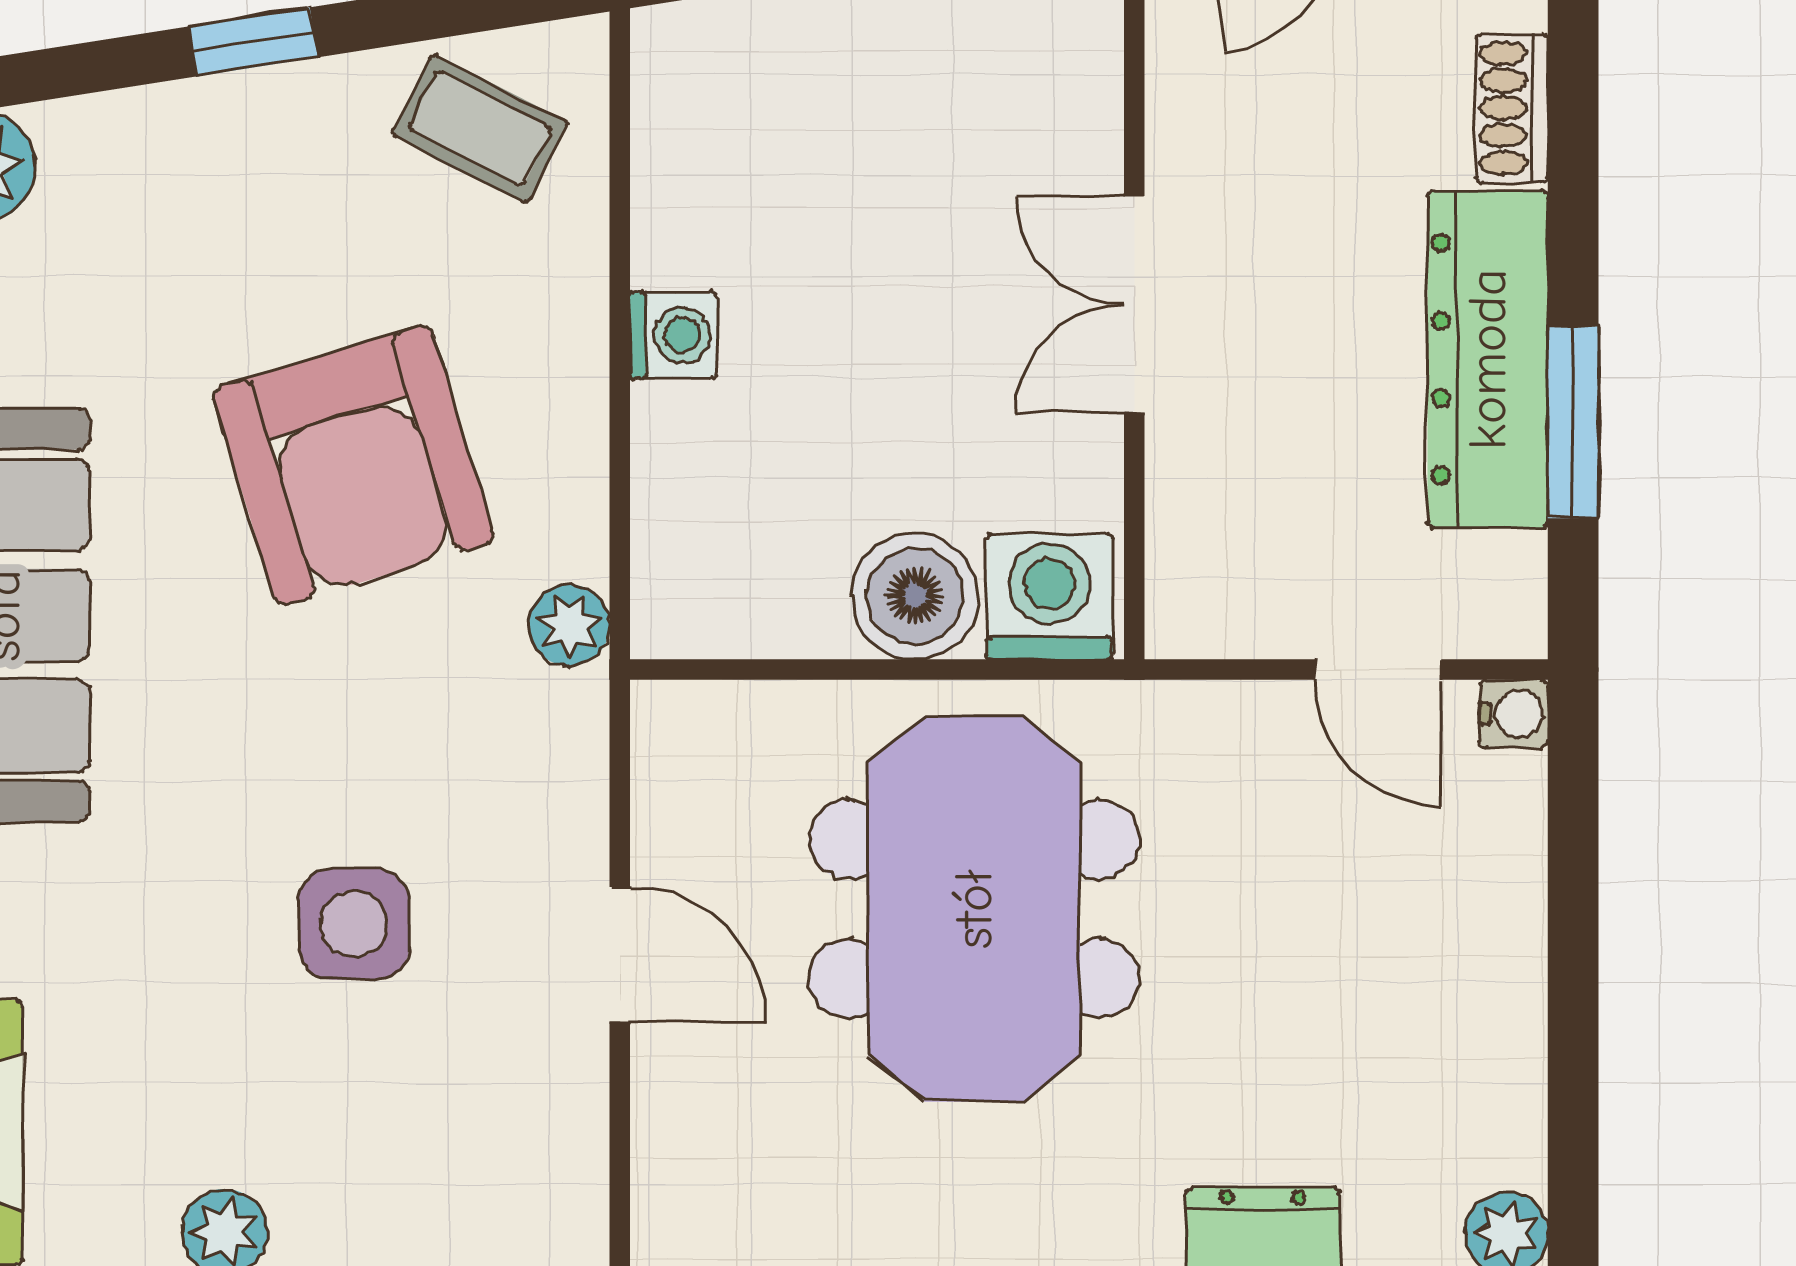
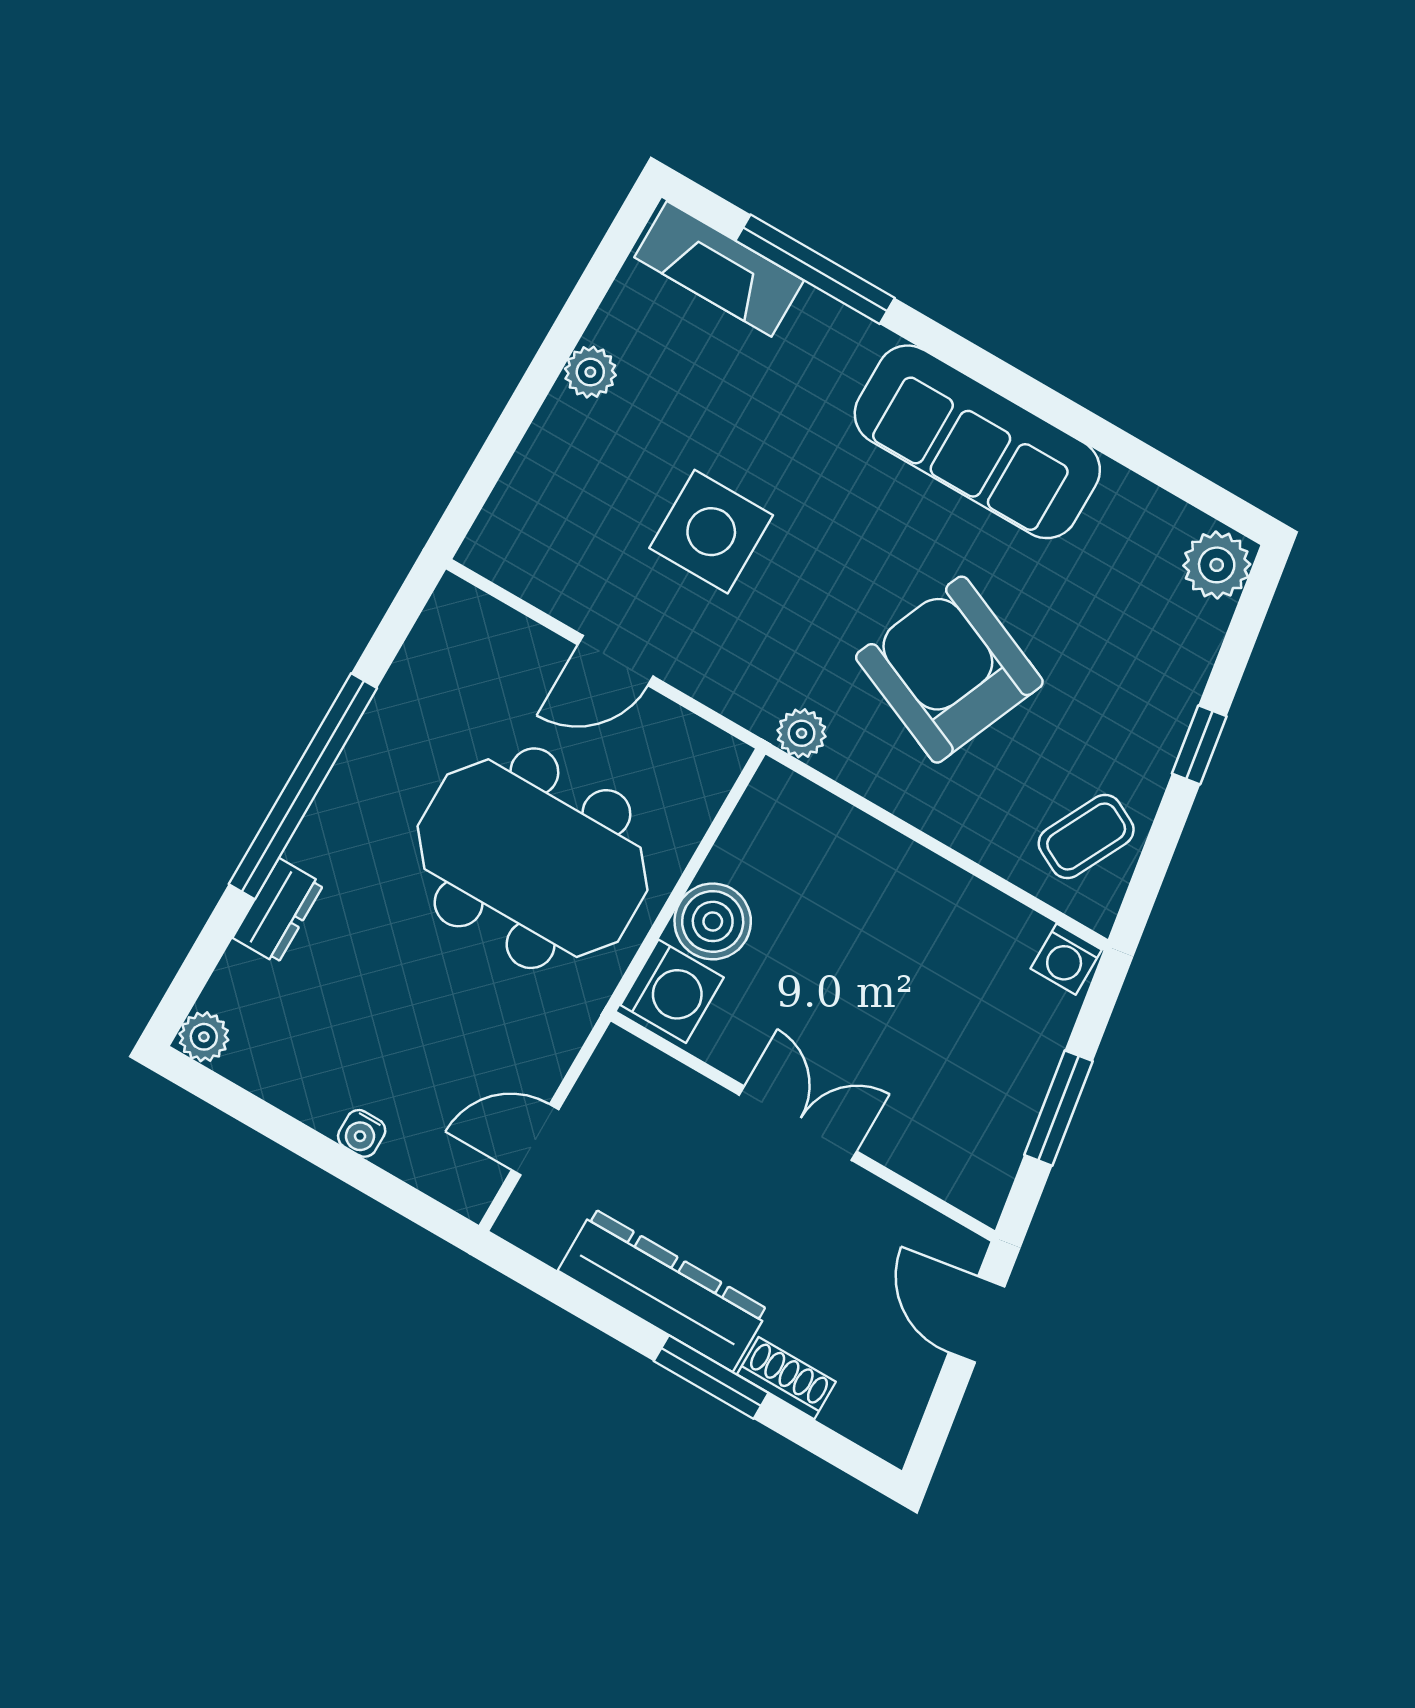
washing machine: (674, 335) -> (1066, 959), moved
window: (1573, 422) -> (711, 1377), moved
armchair: (354, 465) -> (949, 670), turned 40
water cooler: (1514, 714) -> (362, 1133), moved
side table: (354, 924) -> (711, 532), width x1.37, depth x1.37

